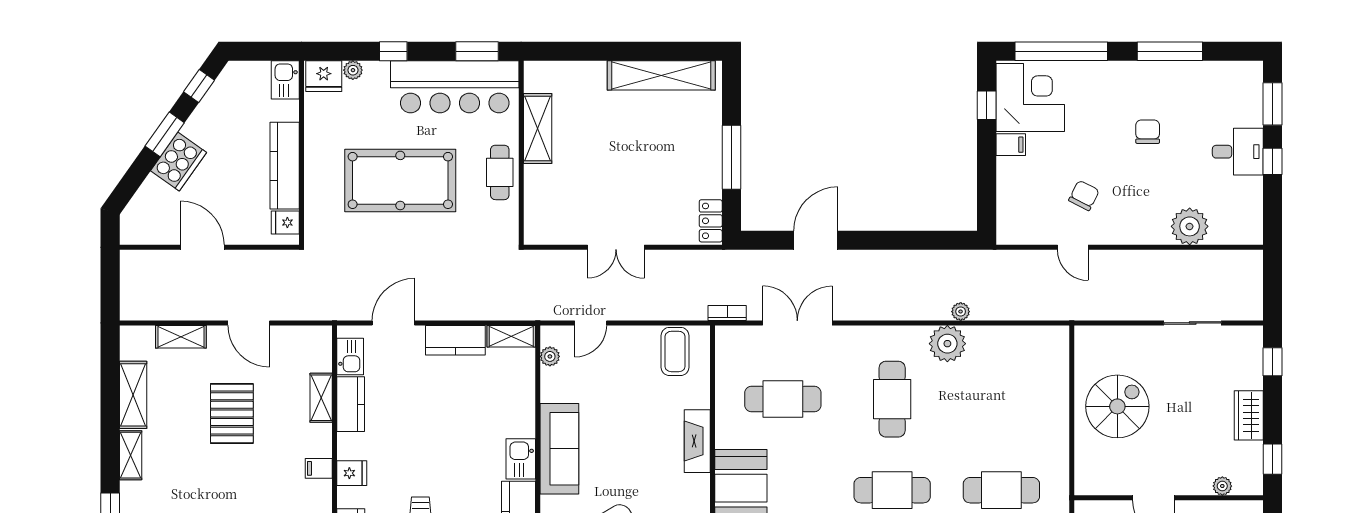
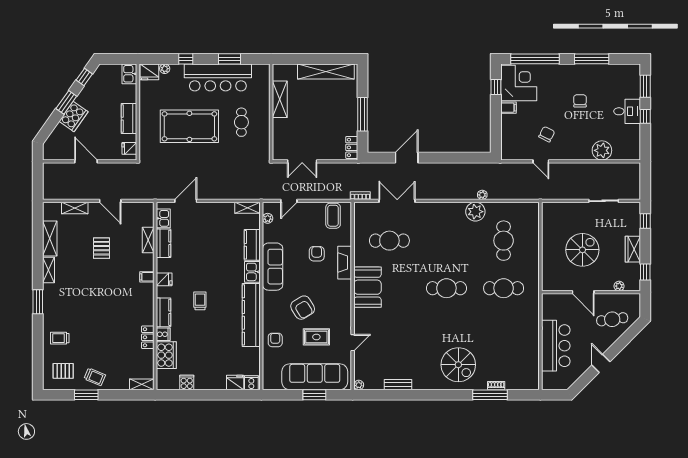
shelving: (538, 128) -> (280, 99), moved
wall: (521, 153) -> (271, 112), moved
kitchen counter: (285, 166) -> (129, 119), width x0.67
kitchen counter: (455, 340) -> (252, 245), moved, turned 90
cafe table: (892, 399) -> (504, 241), moved
spiral stairs: (1117, 406) -> (582, 250), moved
pallet: (232, 413) -> (101, 248), width x0.67, depth x0.71
armchair: (644, 424) -> (317, 254), added

